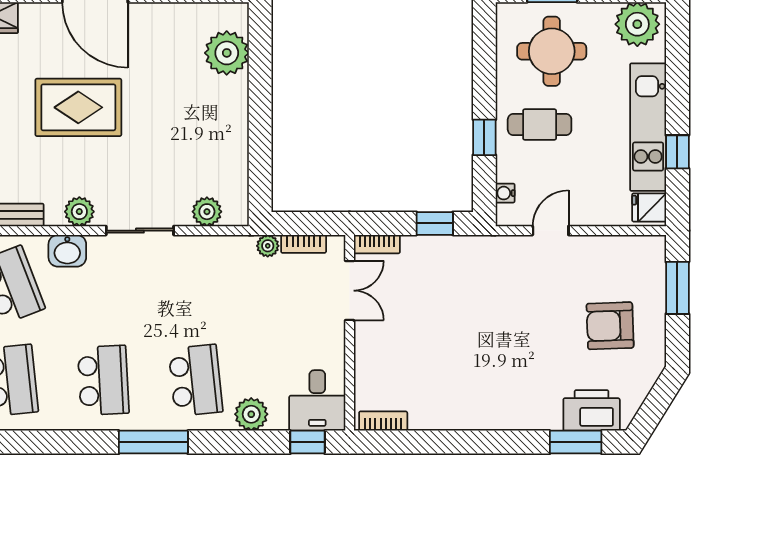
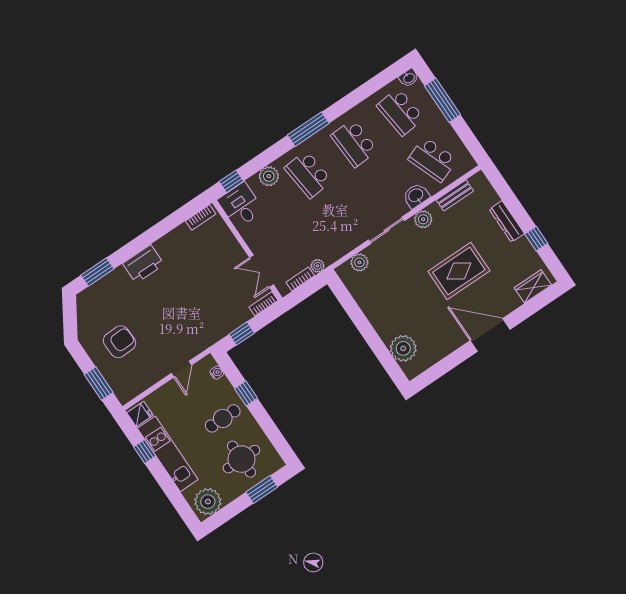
printer: (592, 410) -> (143, 264), moved

